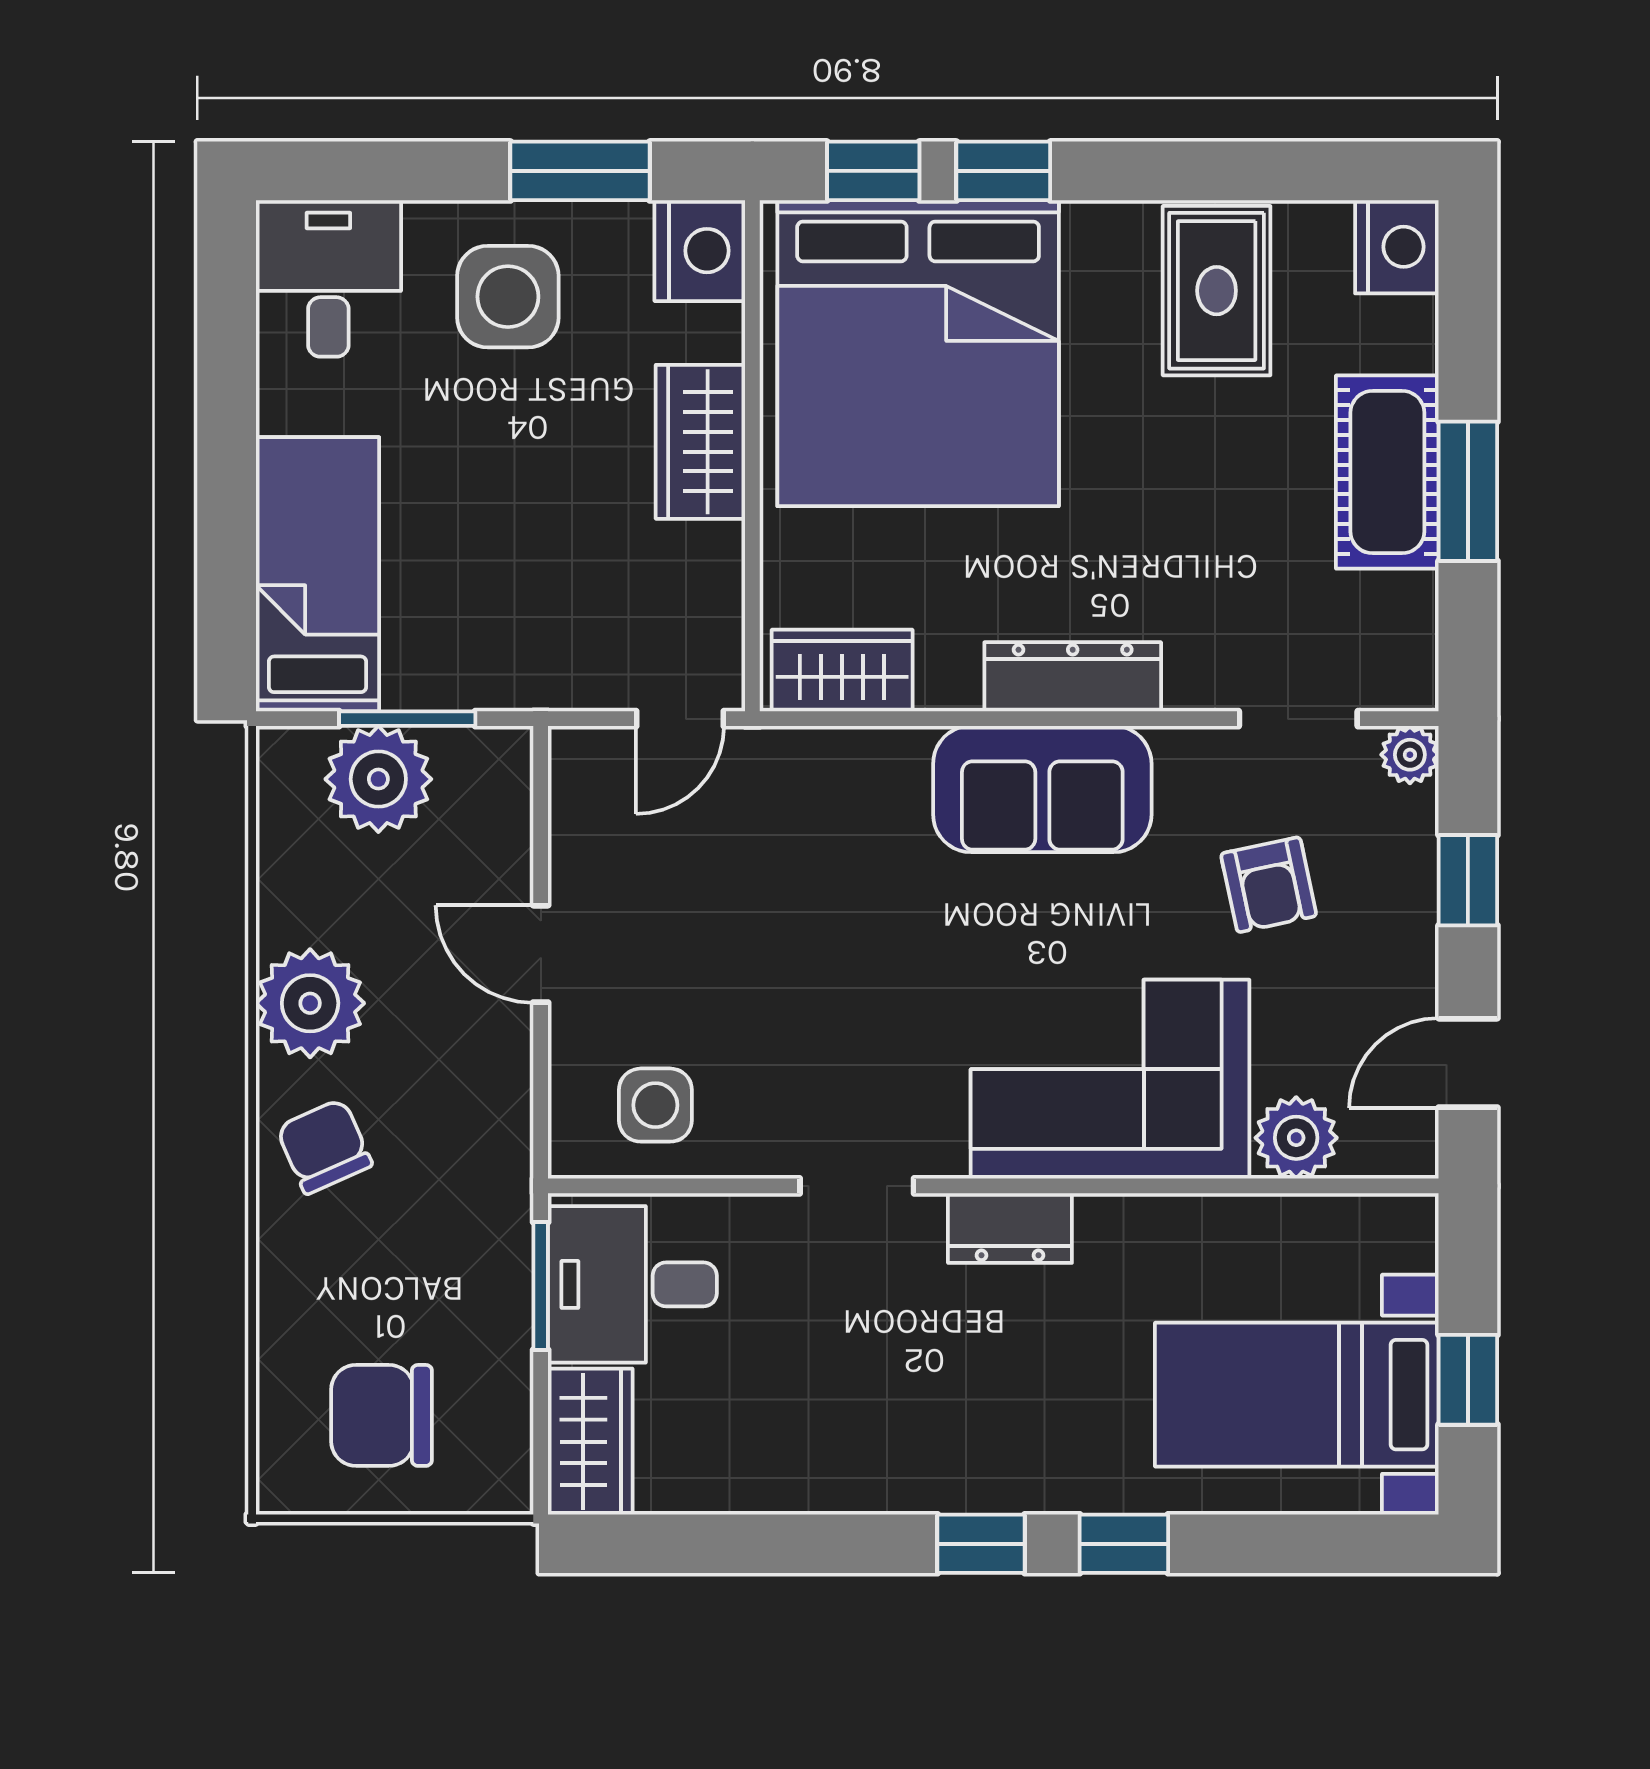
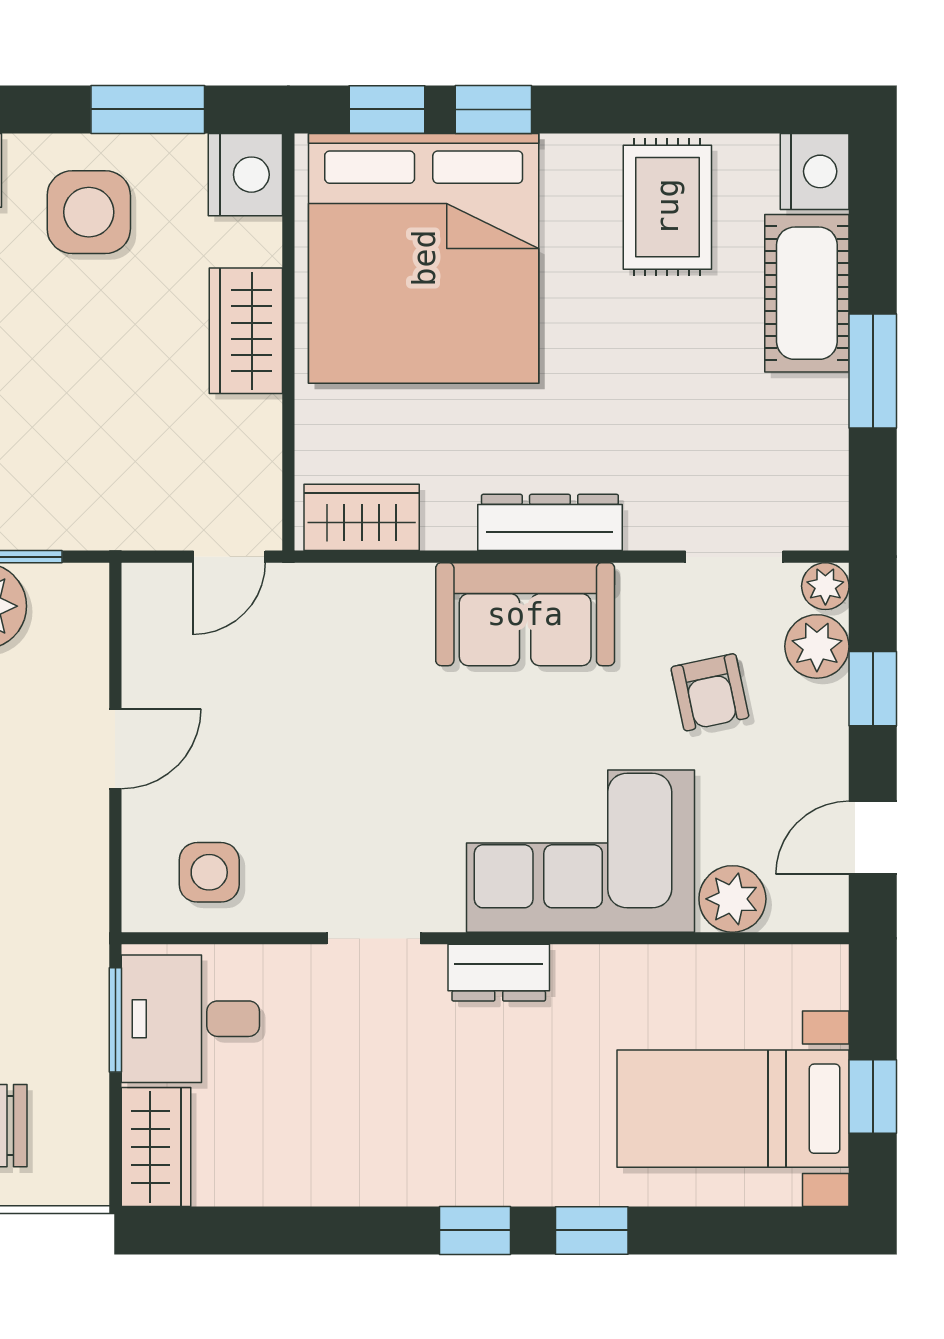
cot: (1387, 472) -> (807, 293), moved
plant: (1400, 829) -> (817, 646), added
door: (541, 954) -> (115, 749), swing flipped

